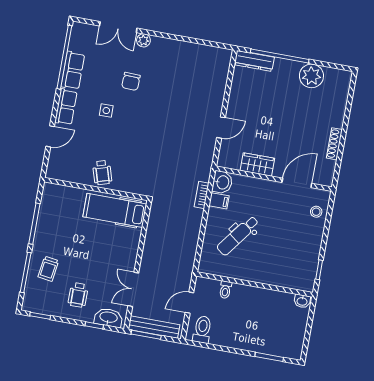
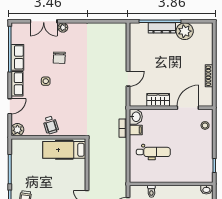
dresser: (254, 61) -> (162, 28), moved
plant: (55, 171) -> (17, 130), added
dental chair: (238, 236) -> (153, 152), turned -127

